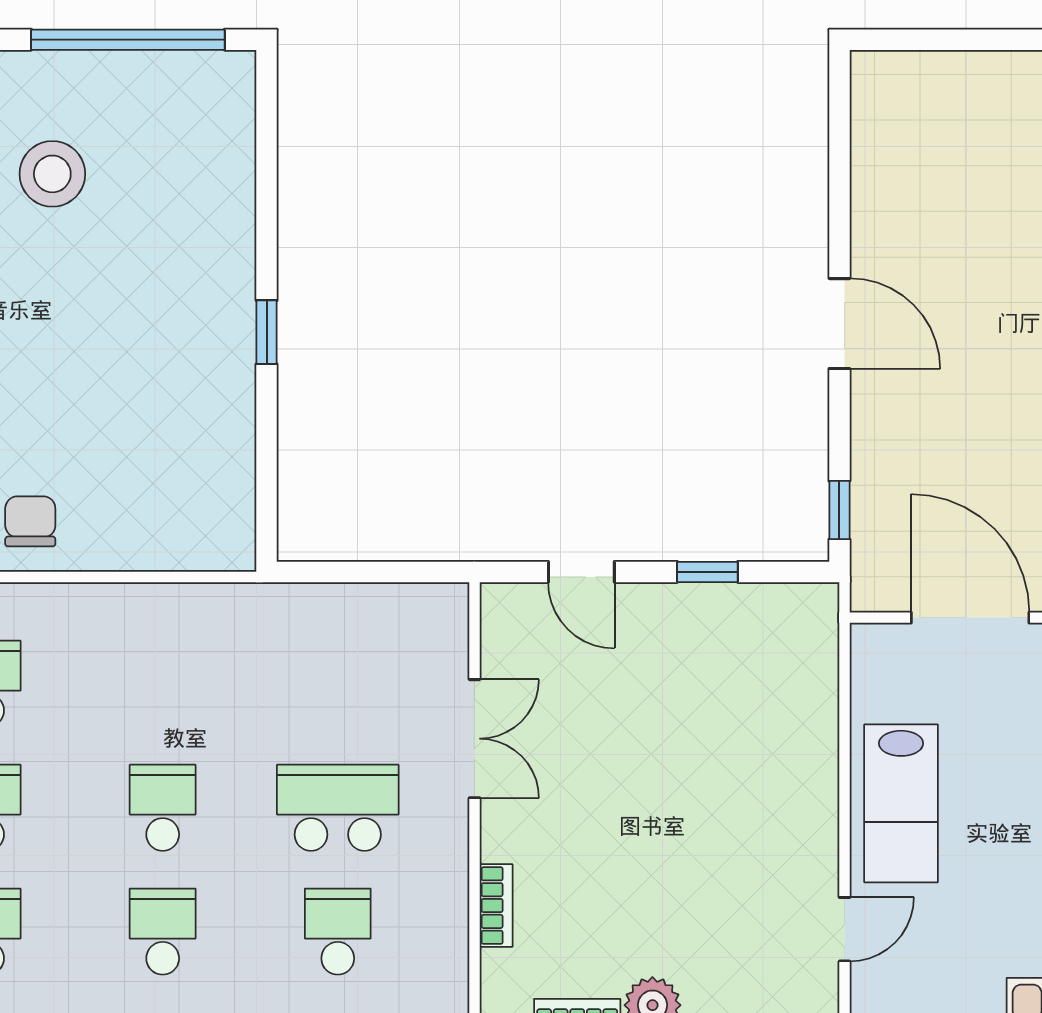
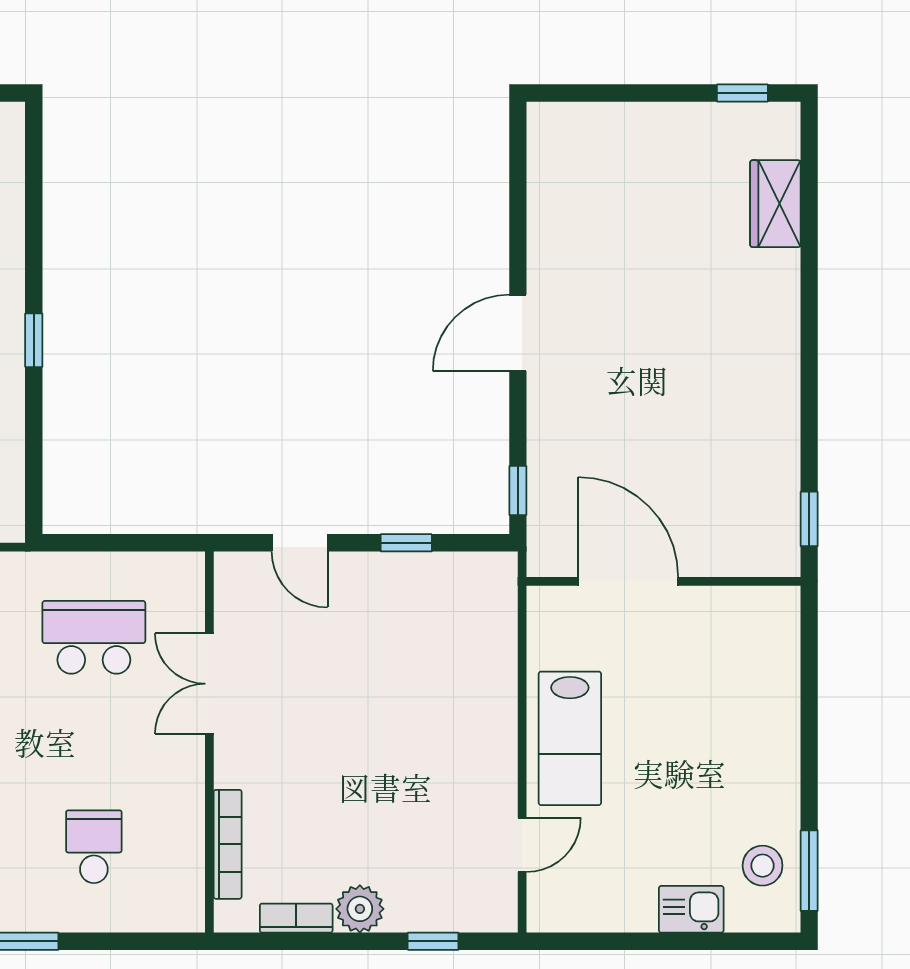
door: (839, 324) -> (518, 333), swing flipped
double door: (474, 739) -> (209, 684), swing flipped
school desk: (338, 808) -> (94, 637), moved
bookcase: (496, 906) -> (228, 844), width x1.56

